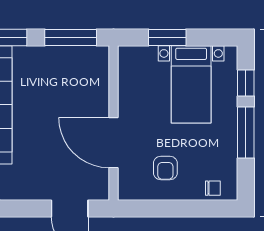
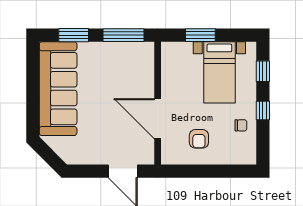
window: (246, 132) -> (263, 111), width x0.46
chair: (213, 188) -> (241, 125), moved

